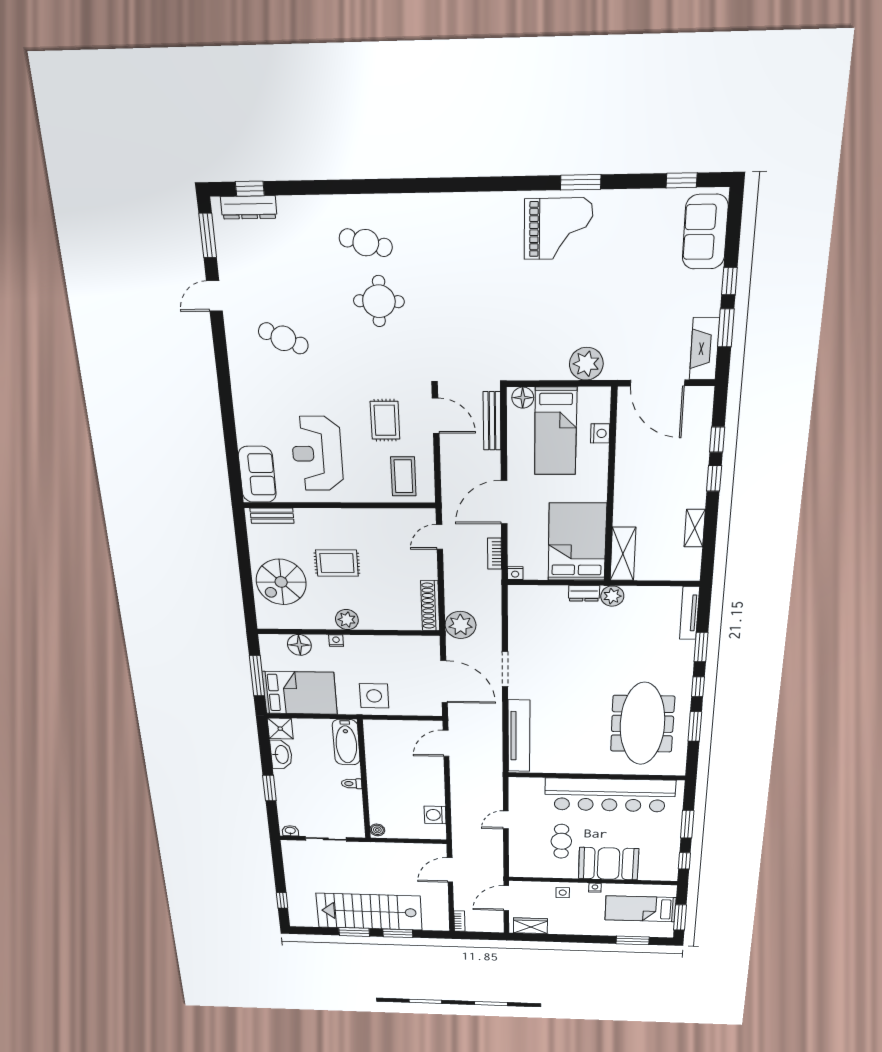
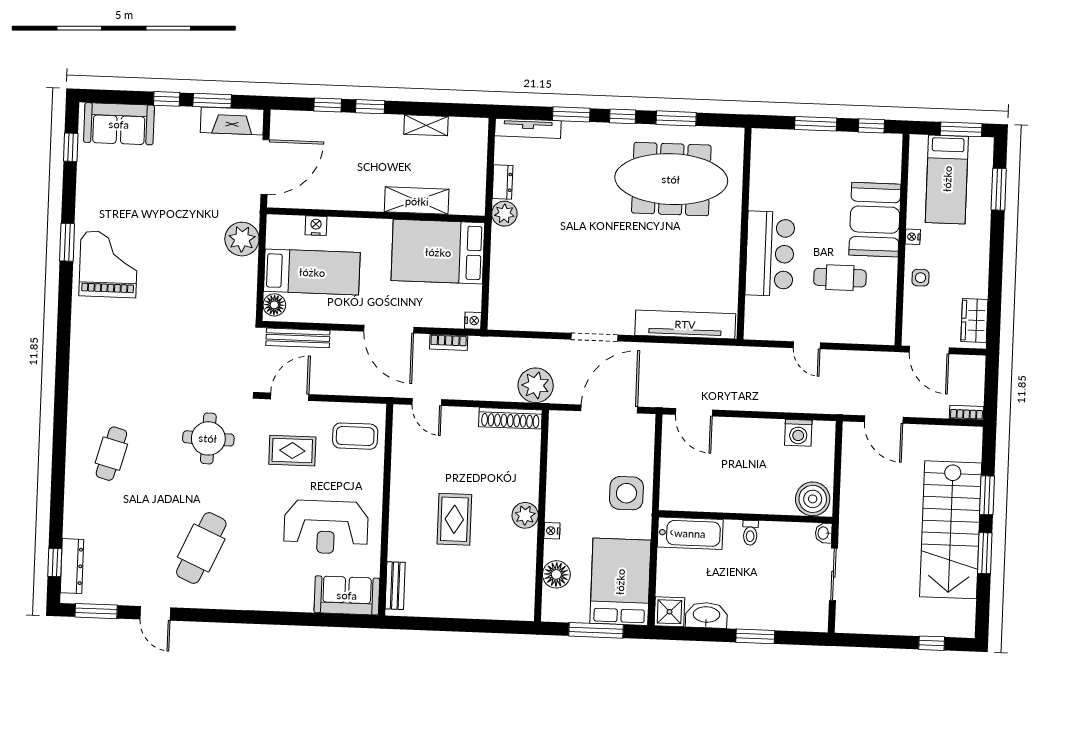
round table: (379, 301) -> (208, 438), moved
cafe table: (283, 338) -> (201, 548), width x1.37, depth x1.35
shelving: (623, 554) -> (417, 201), moved
spiral stairs: (281, 582) -> (476, 586), removed
dresser: (584, 593) -> (503, 182), moved
bar counter: (610, 795) -> (770, 254), width x0.54
boiler: (377, 830) -> (813, 499), width x1.86, depth x1.86
washbasin: (290, 831) -> (824, 533), moved

